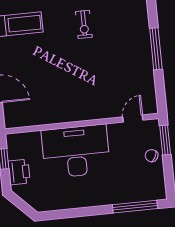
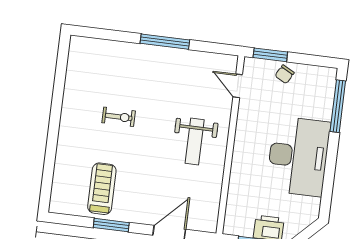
weight bench: (78, 93) -> (195, 142), added
desk: (76, 151) -> (298, 156), moved, turned 180

